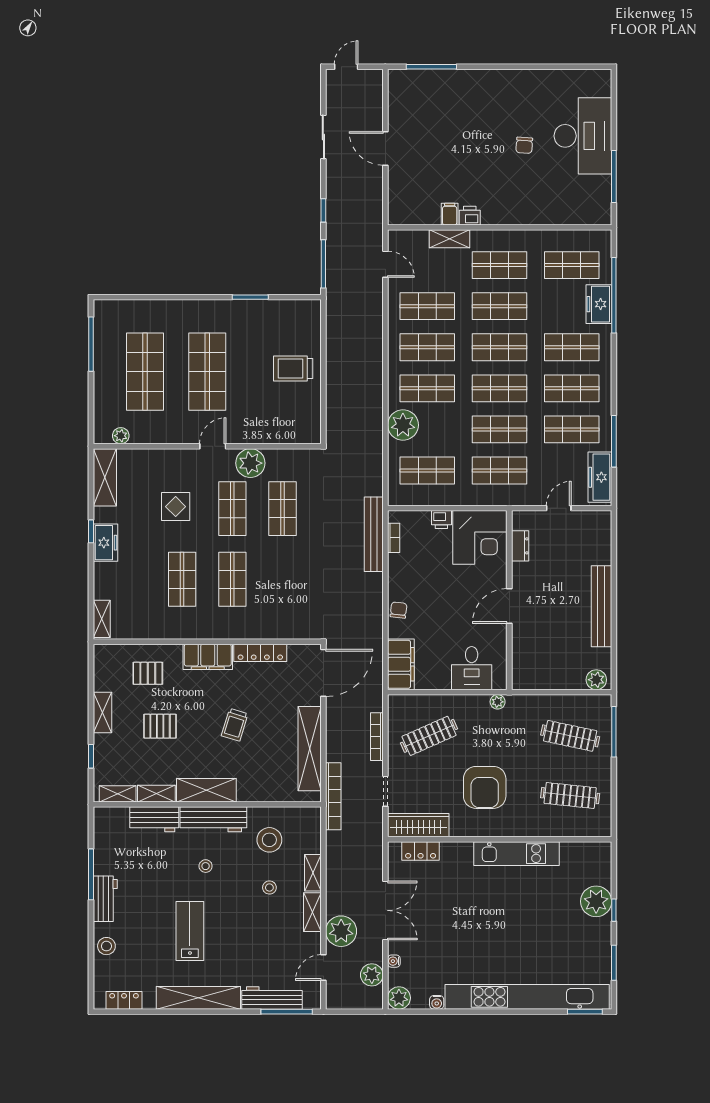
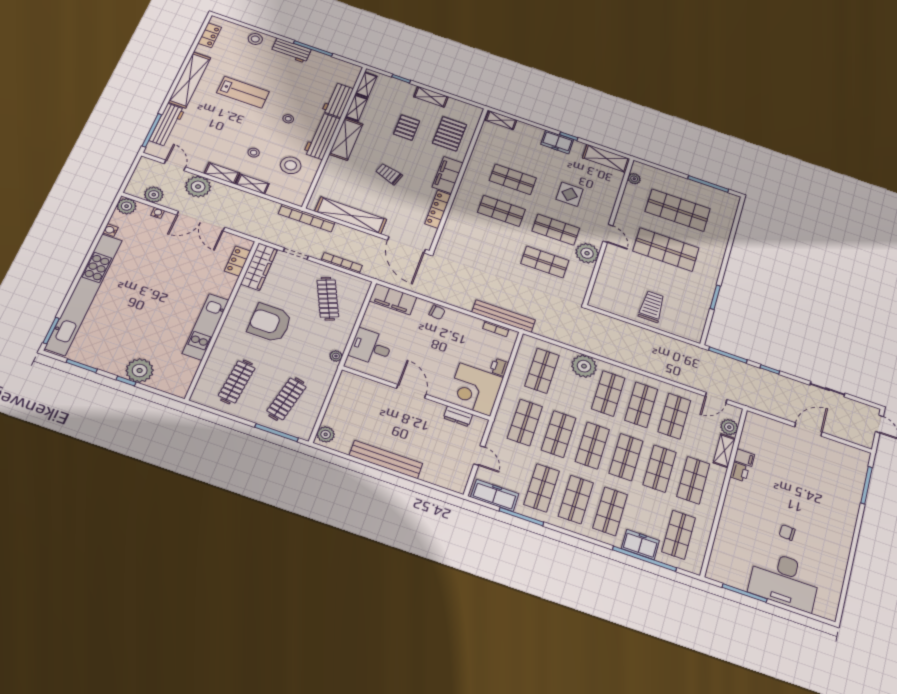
plant: (417, 240) -> (729, 427), added
pallet: (148, 673) -> (450, 134), width x1.50, depth x1.42

